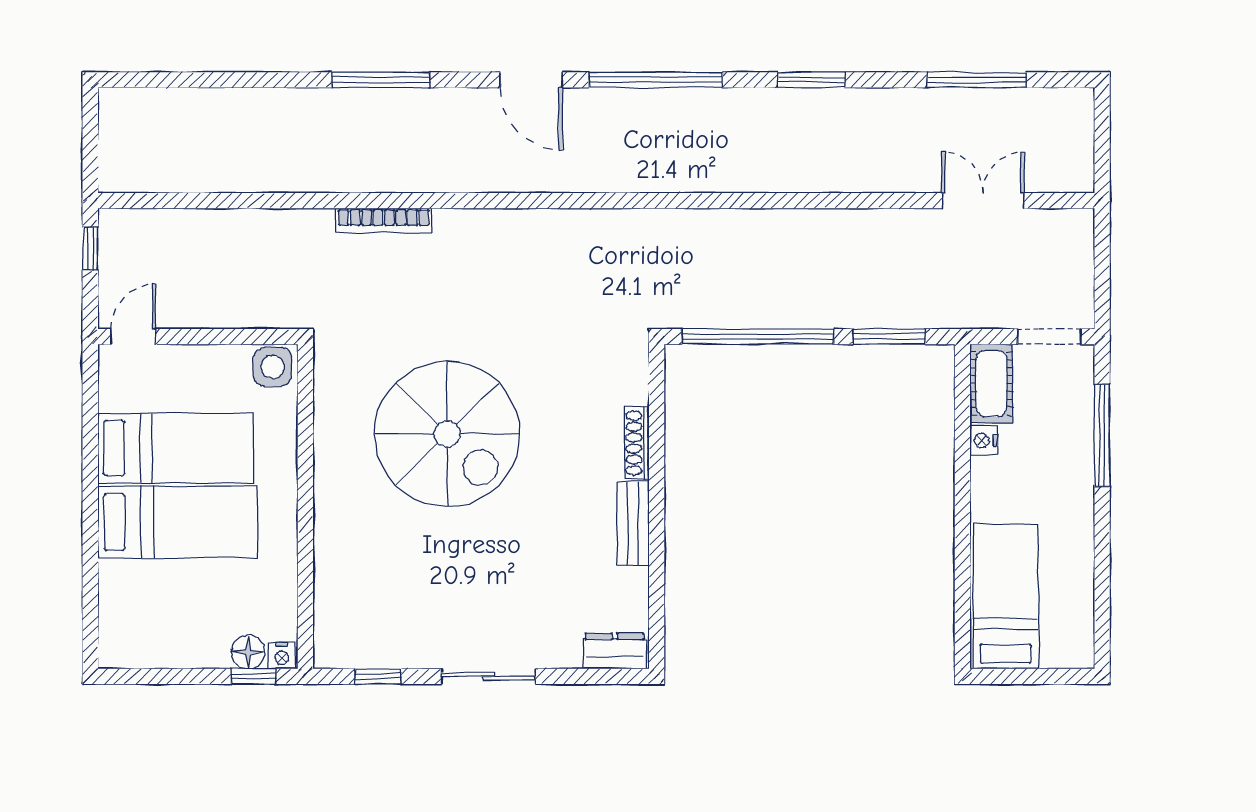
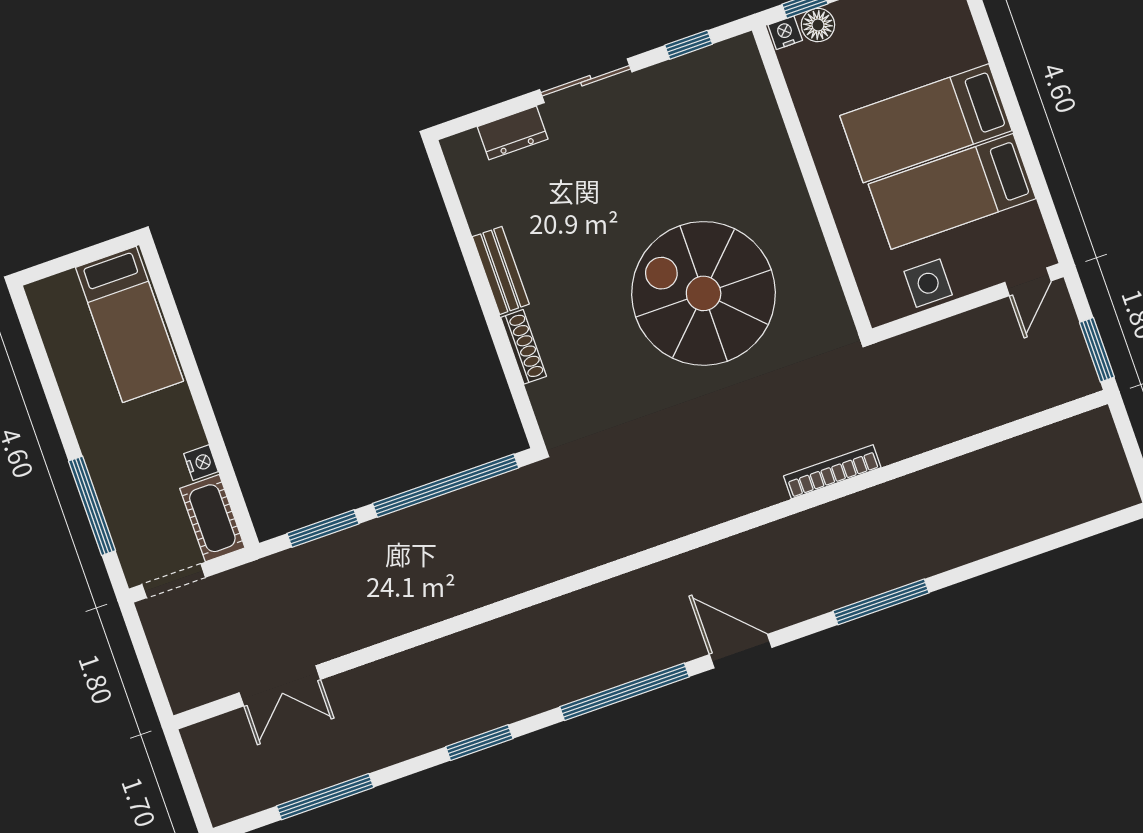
window: (90, 248) -> (1097, 350), width x1.50
side table: (273, 367) -> (928, 283), moved
dresser: (615, 651) -> (513, 133), moved

